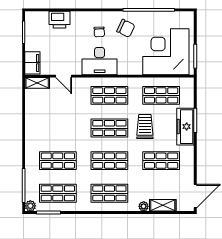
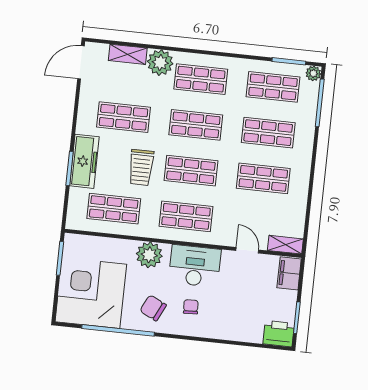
printer: (59, 20) -> (279, 334), moved
corner desk: (166, 52) -> (91, 293), moved, turned 180
plant: (132, 65) -> (149, 255), added
shop shelf: (58, 128) -> (263, 178), added
plant: (144, 206) -> (160, 63), width x1.88, depth x1.88

